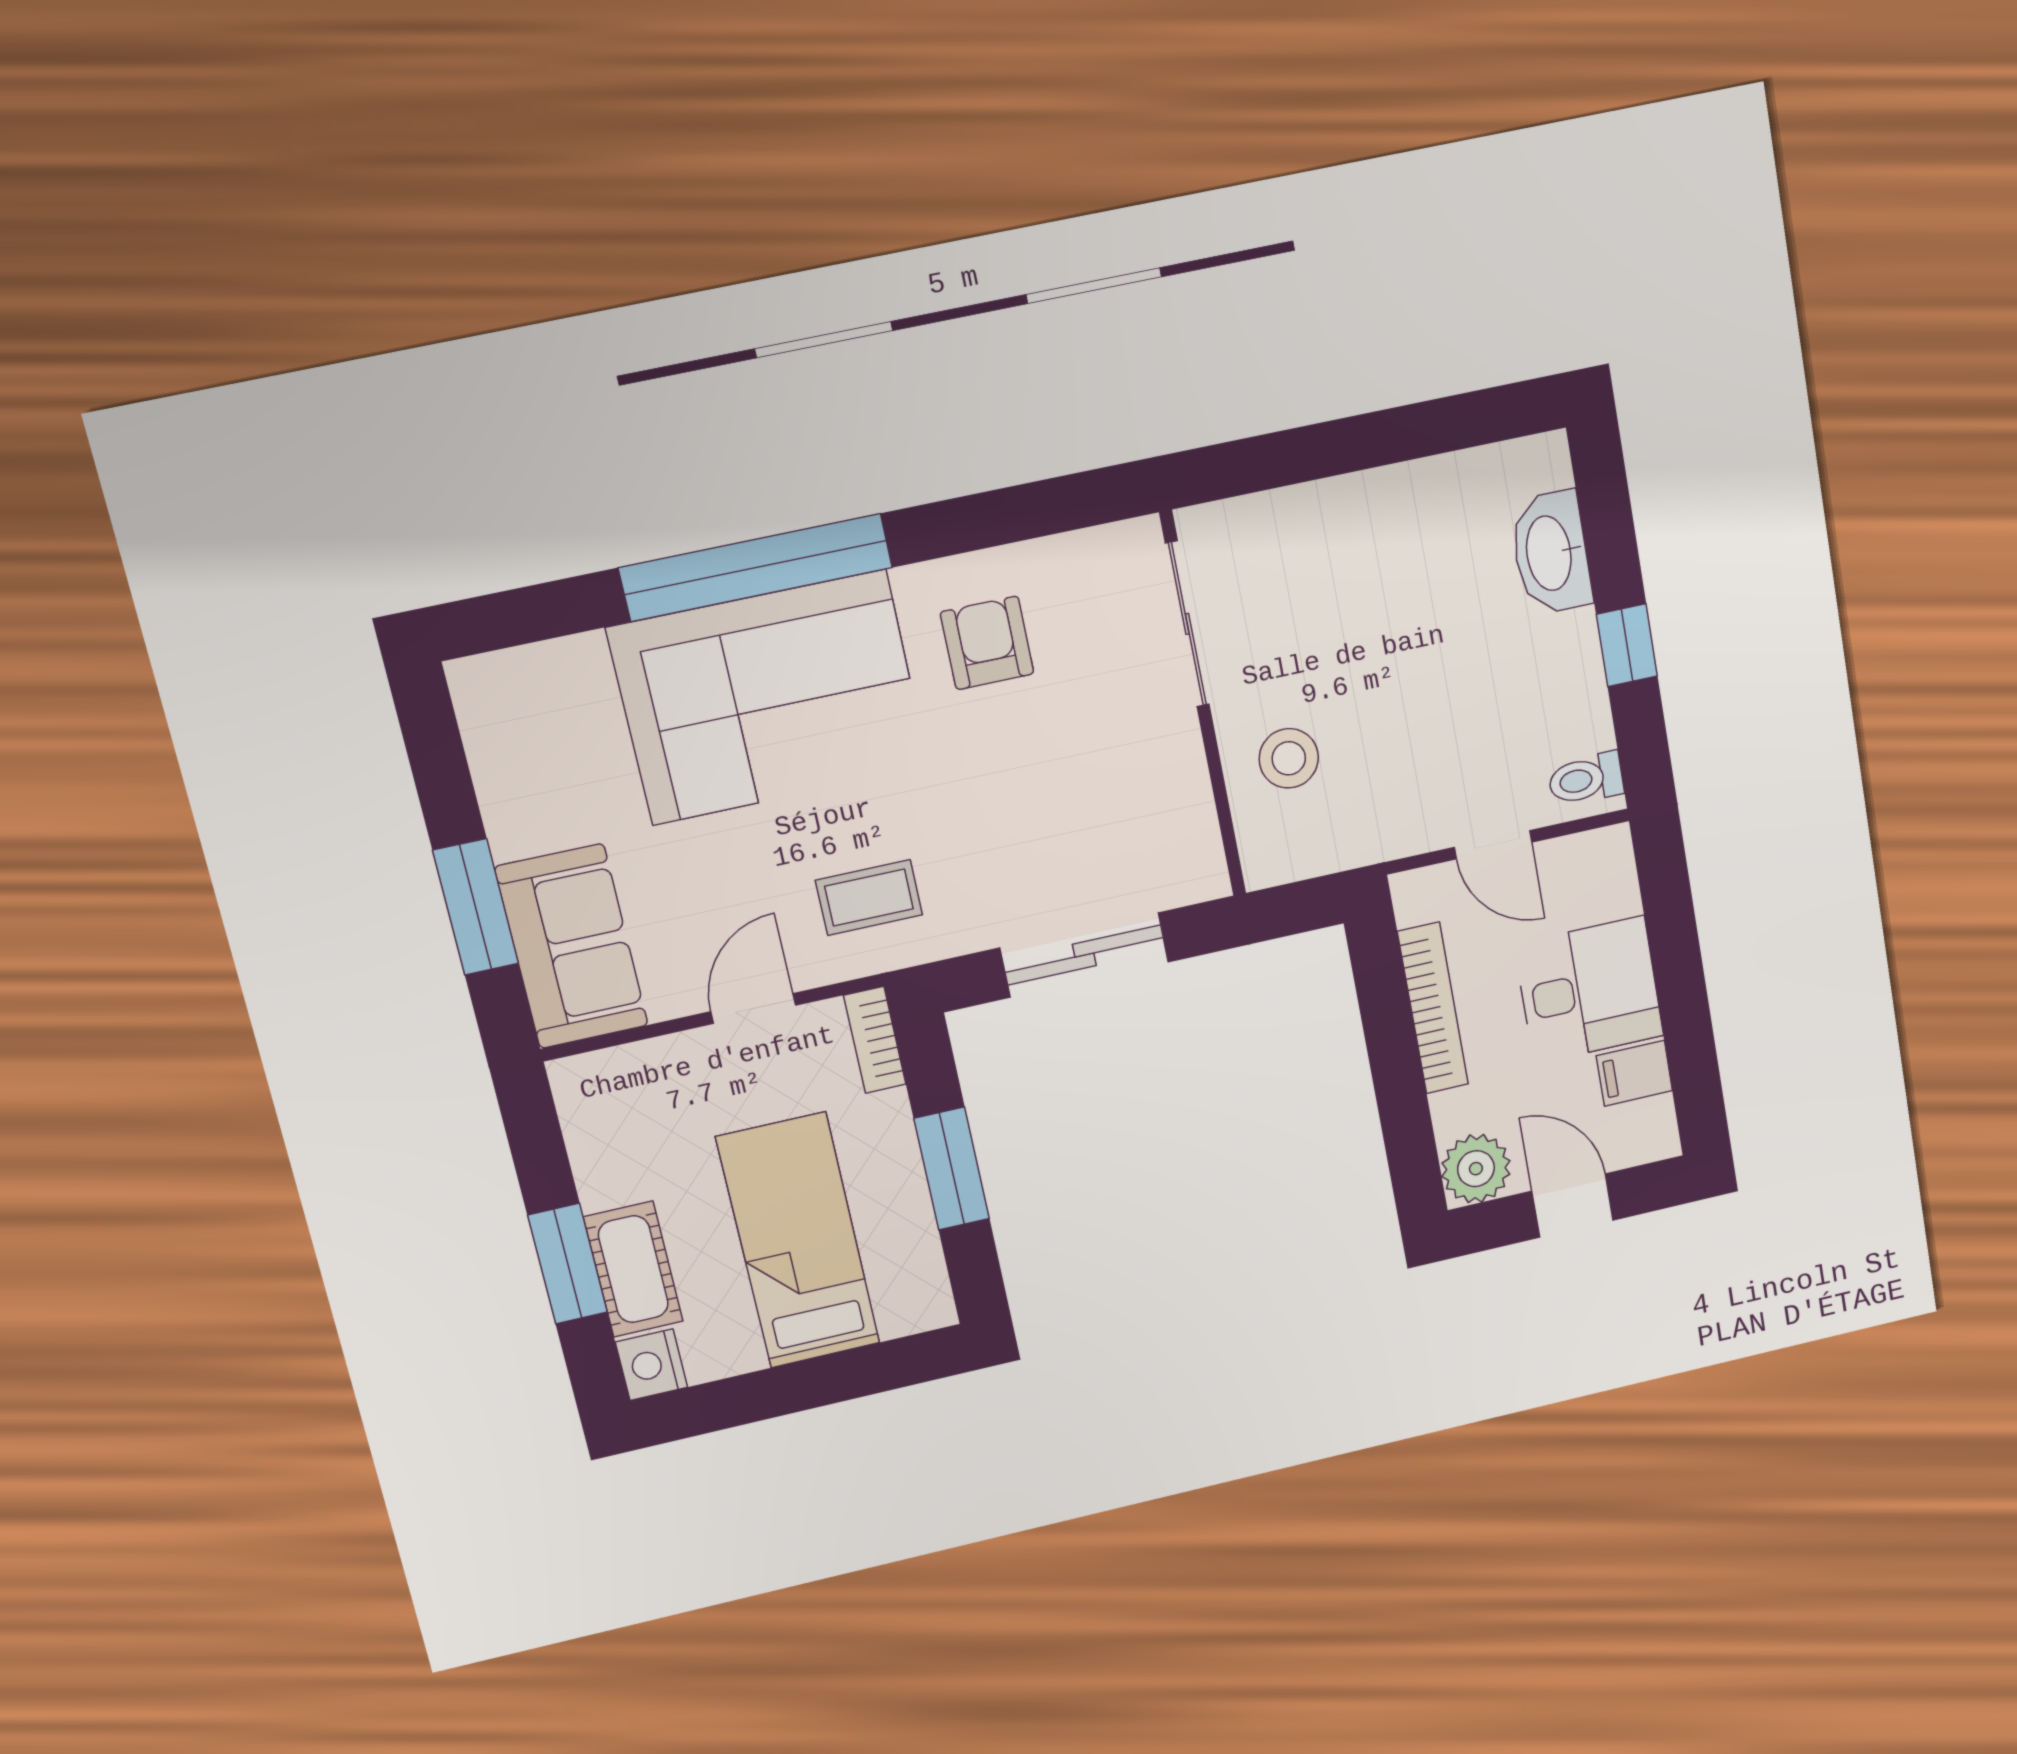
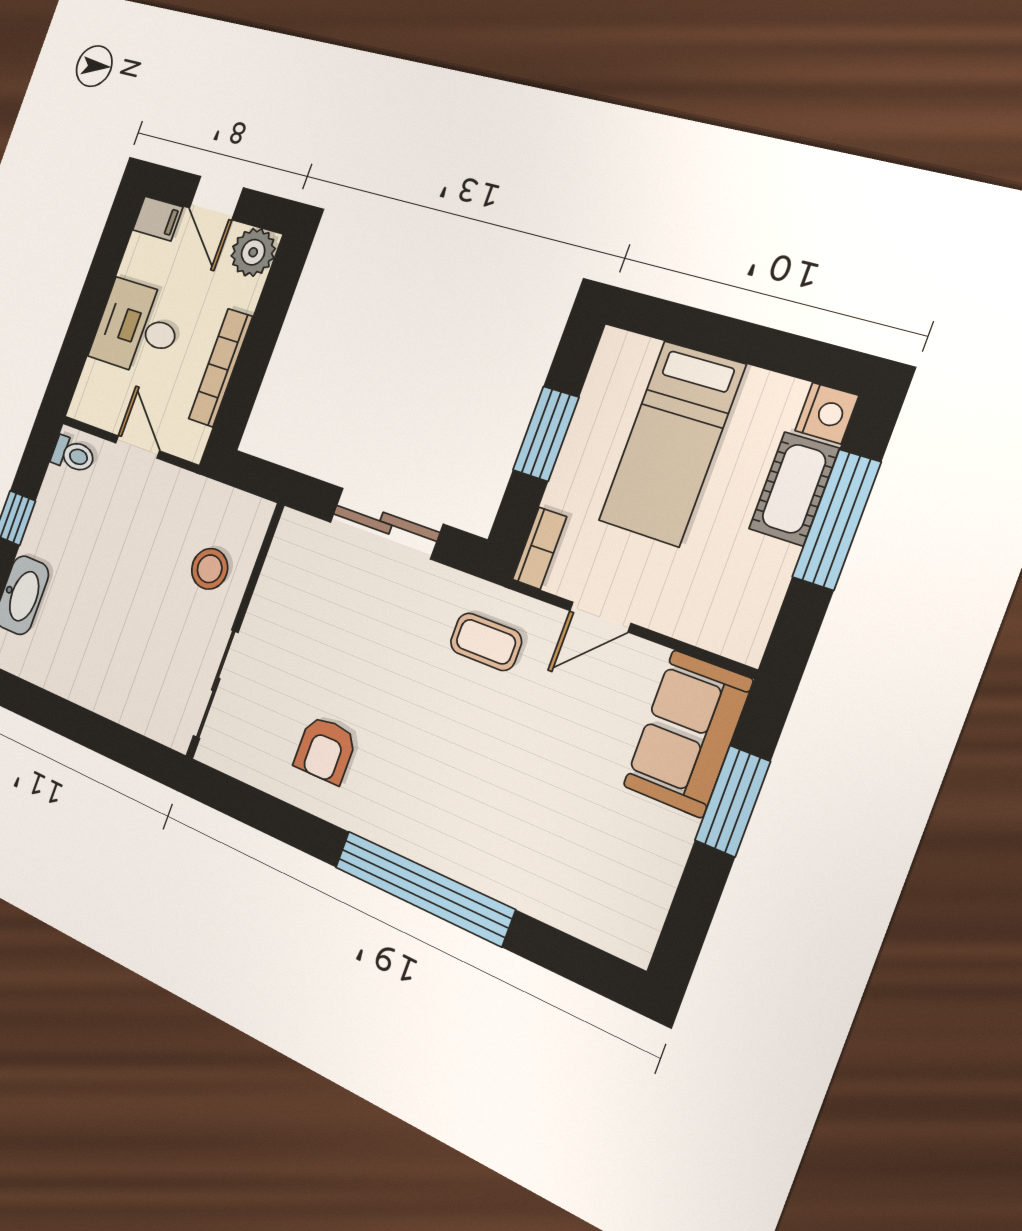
corner sofa: (769, 698) -> (466, 805), removed
filing cabinet: (1634, 1073) -> (158, 218), moved
window: (568, 1264) -> (837, 520), width x1.44

